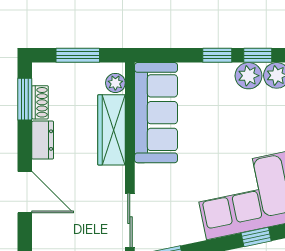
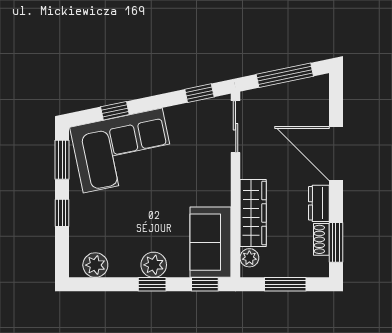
window: (258, 55) -> (205, 284), moved
plant: (248, 76) -> (154, 265), moved
sofa: (156, 113) -> (211, 242), width x0.73
door: (25, 192) -> (336, 154), width x1.36

